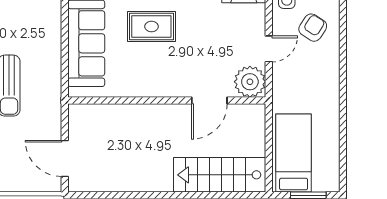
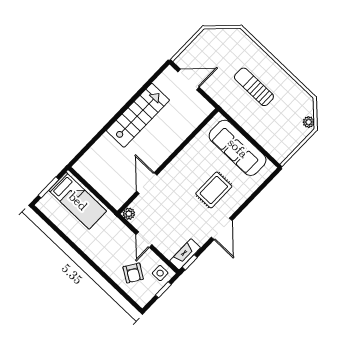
plant: (250, 82) -> (129, 214), width x0.53, depth x0.53
stairs: (220, 175) -> (138, 115), moved

